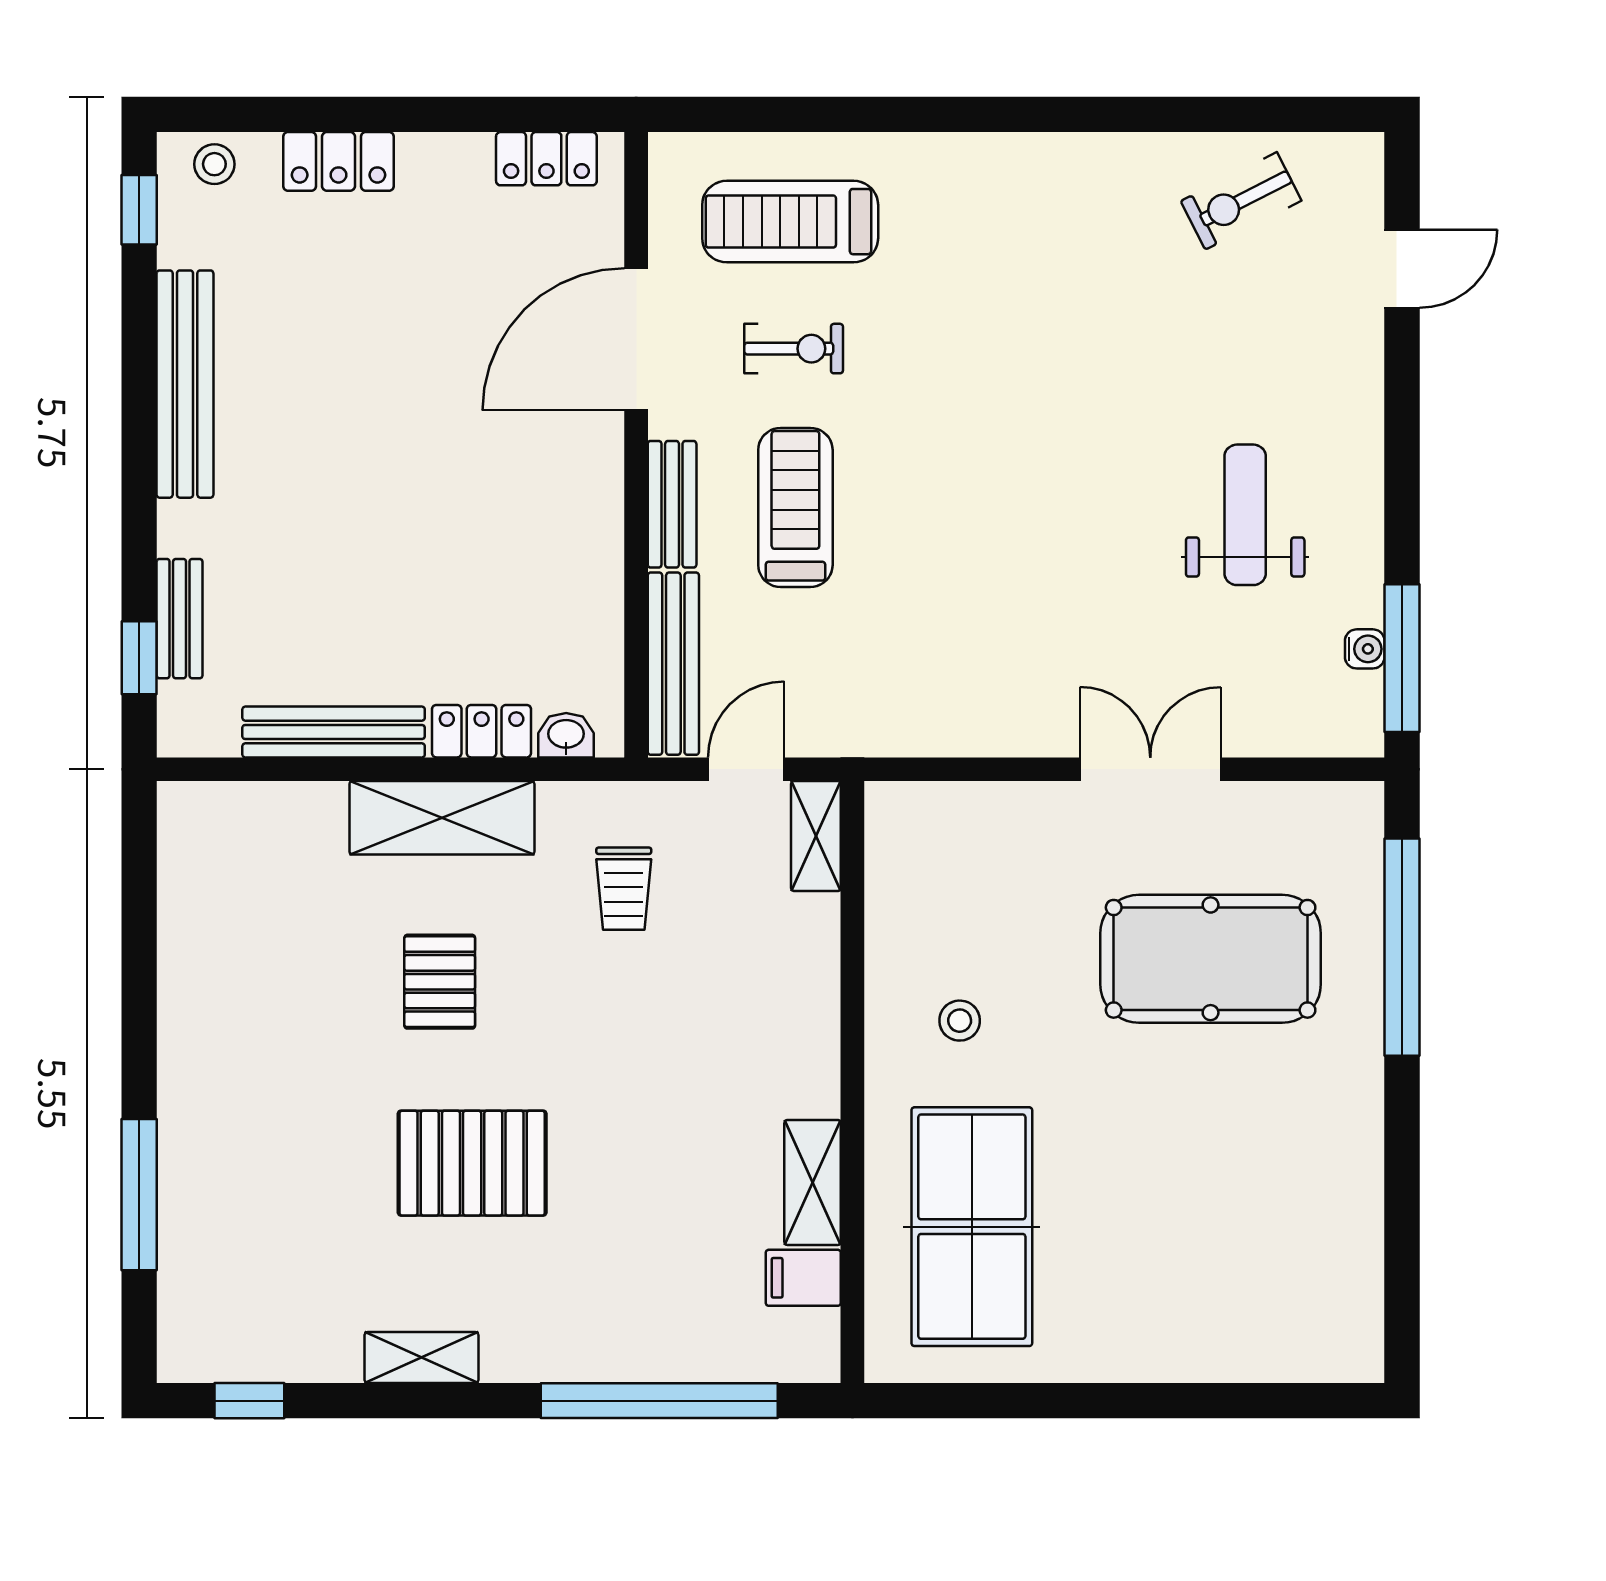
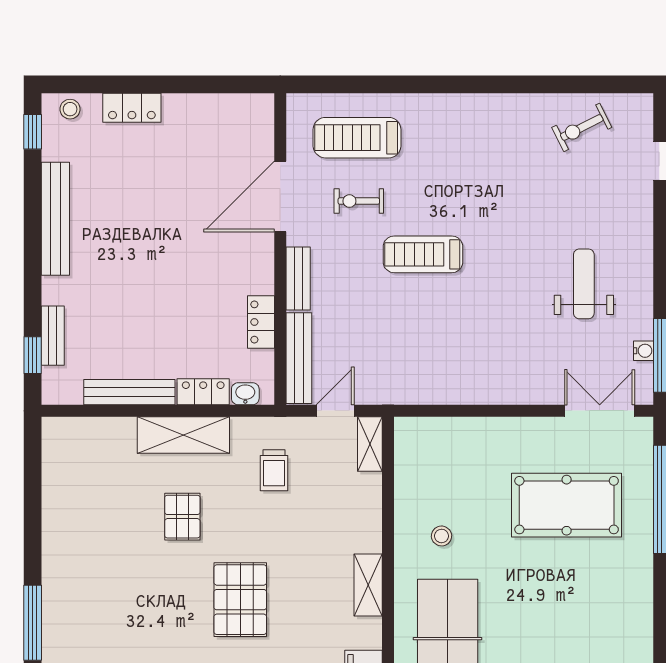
locker: (546, 159) -> (261, 322), moved, turned 90
exercise bike: (794, 349) -> (359, 201), turned 180
treadmill: (795, 507) -> (423, 254), moved, turned -90
double door: (1150, 769) -> (600, 411), moved
pallet: (472, 1163) -> (240, 600), moved, turned 90
shelving: (813, 1182) -> (368, 585), moved

